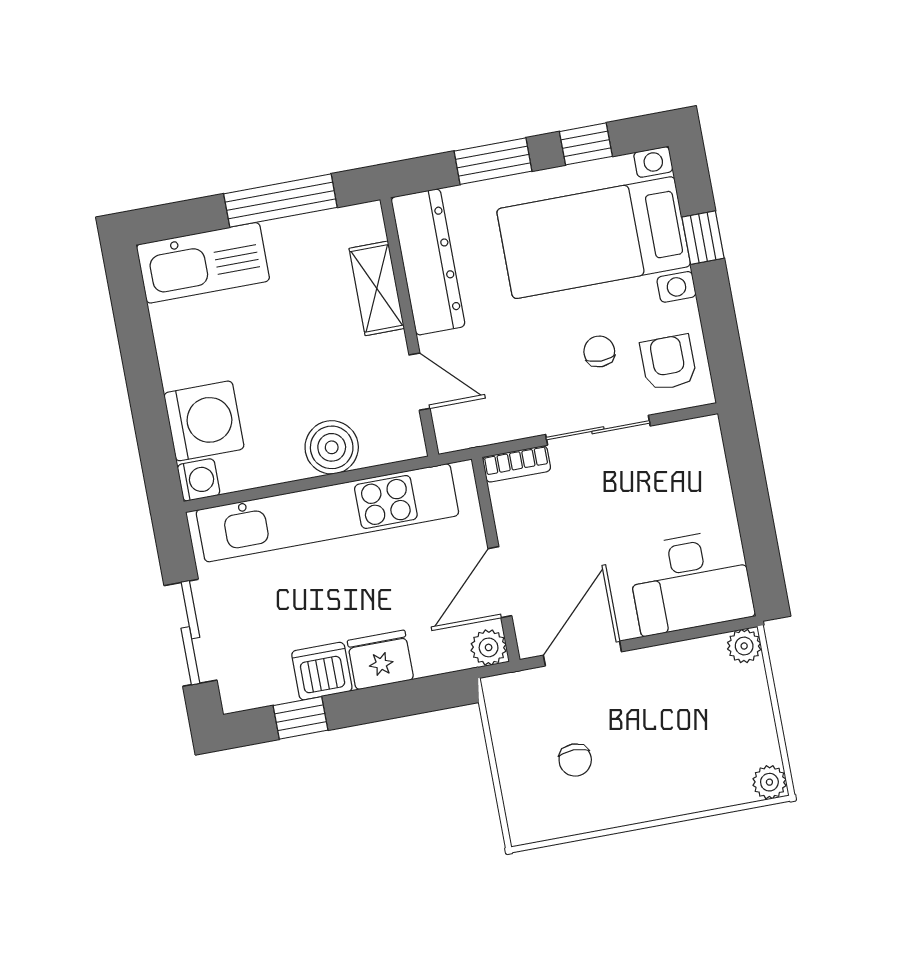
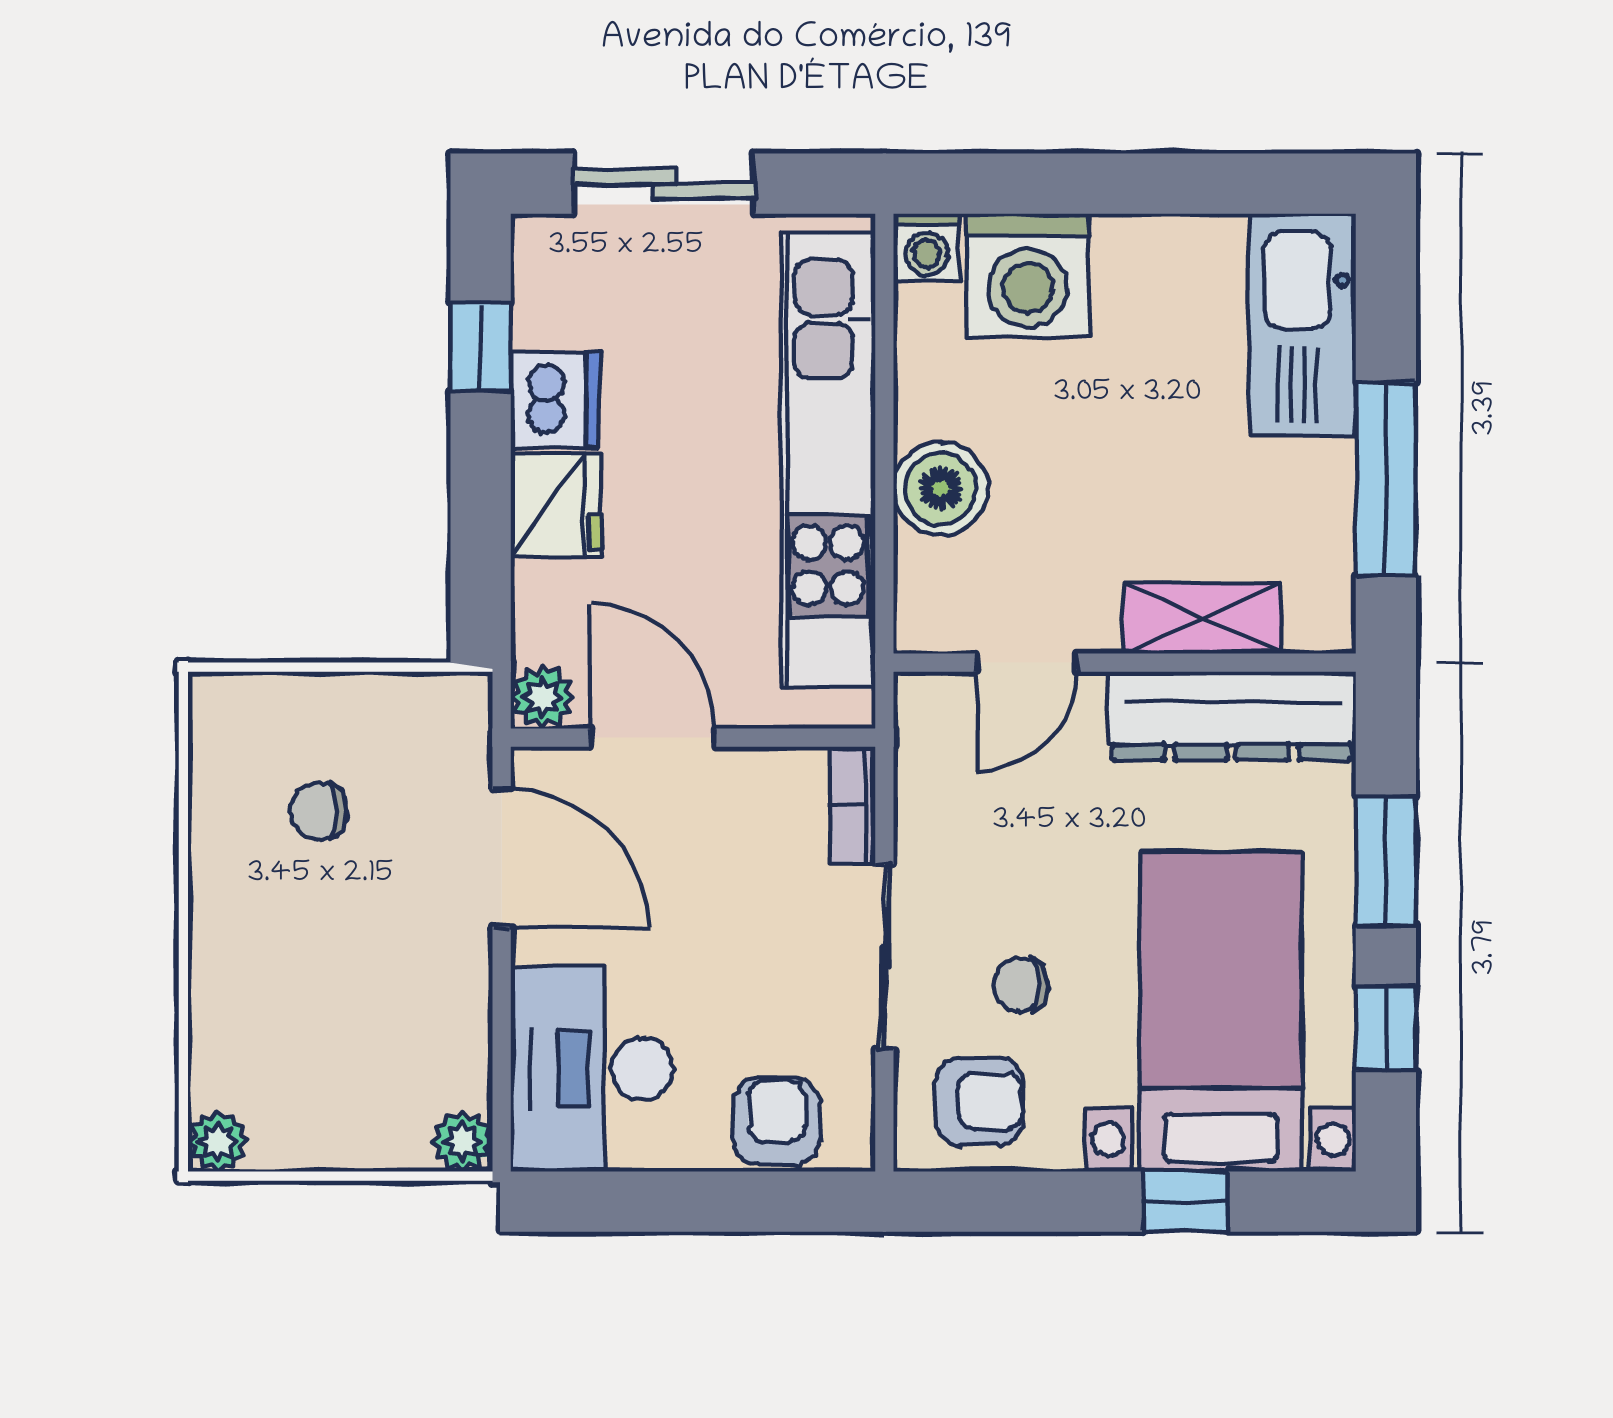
chair: (599, 351) -> (1021, 985), turned 180
armchair: (701, 473) -> (777, 1121), added

